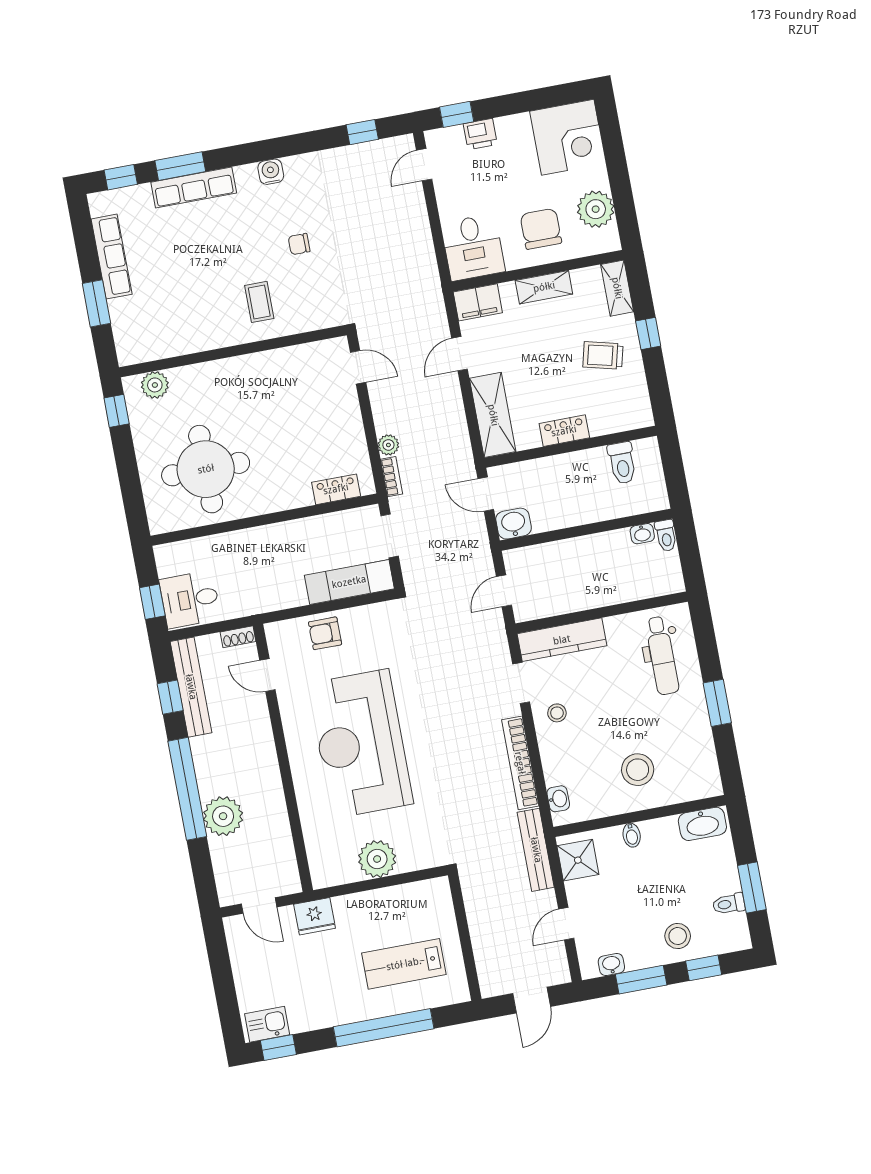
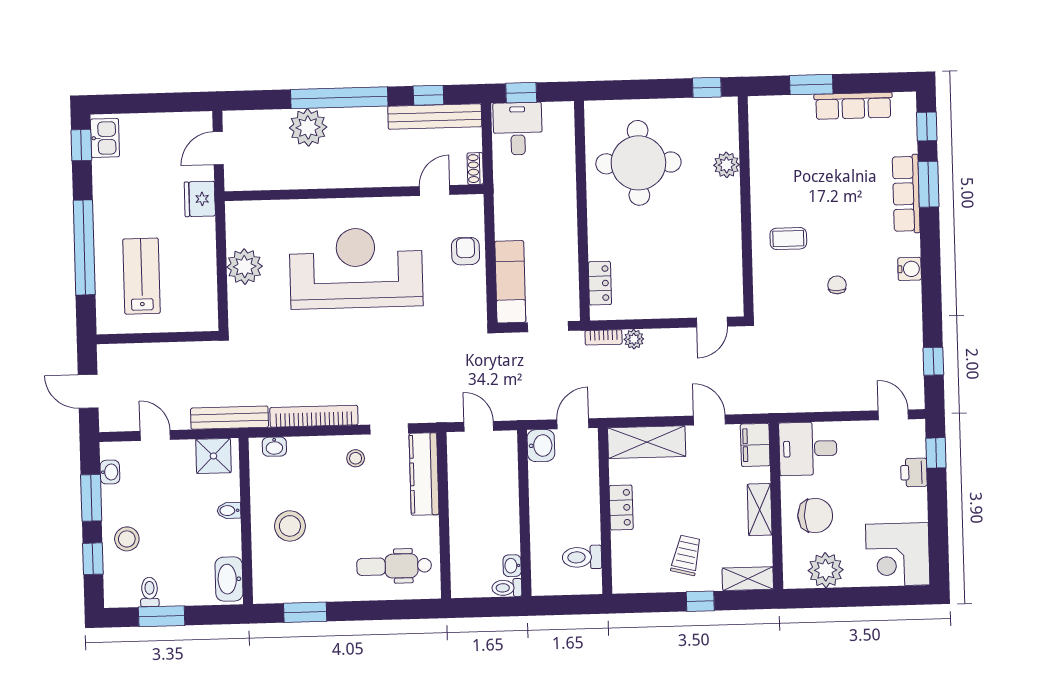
plant: (155, 385) -> (727, 165), moved
window: (717, 703) -> (305, 612), moved

